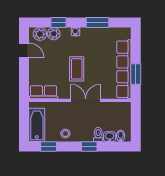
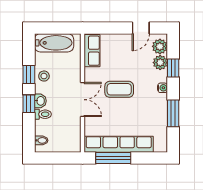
window: (136, 74) -> (113, 158), width x1.44
washbasin: (110, 137) -> (40, 101), moved
window: (49, 146) -> (29, 75), moved

